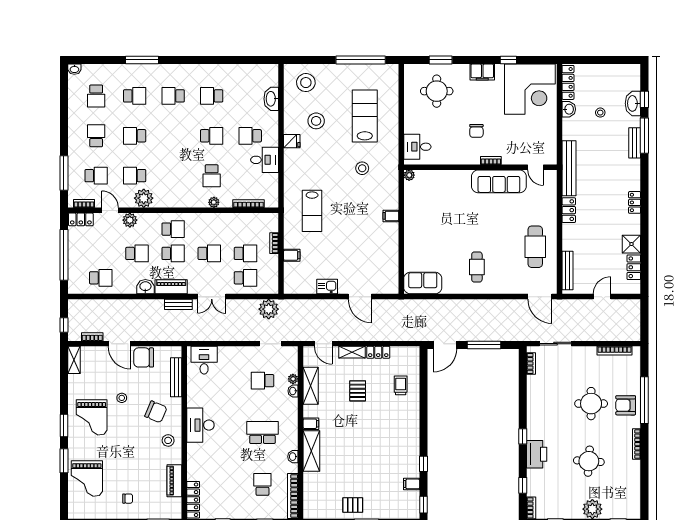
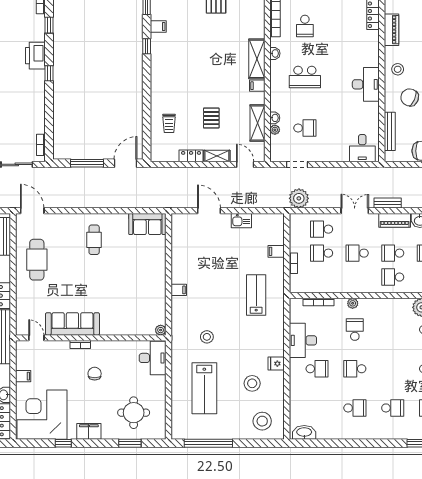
washbasin: (271, 99) -> (304, 432), moved, turned -90
filing cabinet: (549, 128) -> (23, 376), added
desk: (417, 147) -> (153, 358), width x1.37
desk: (265, 160) -> (303, 340), width x1.37

